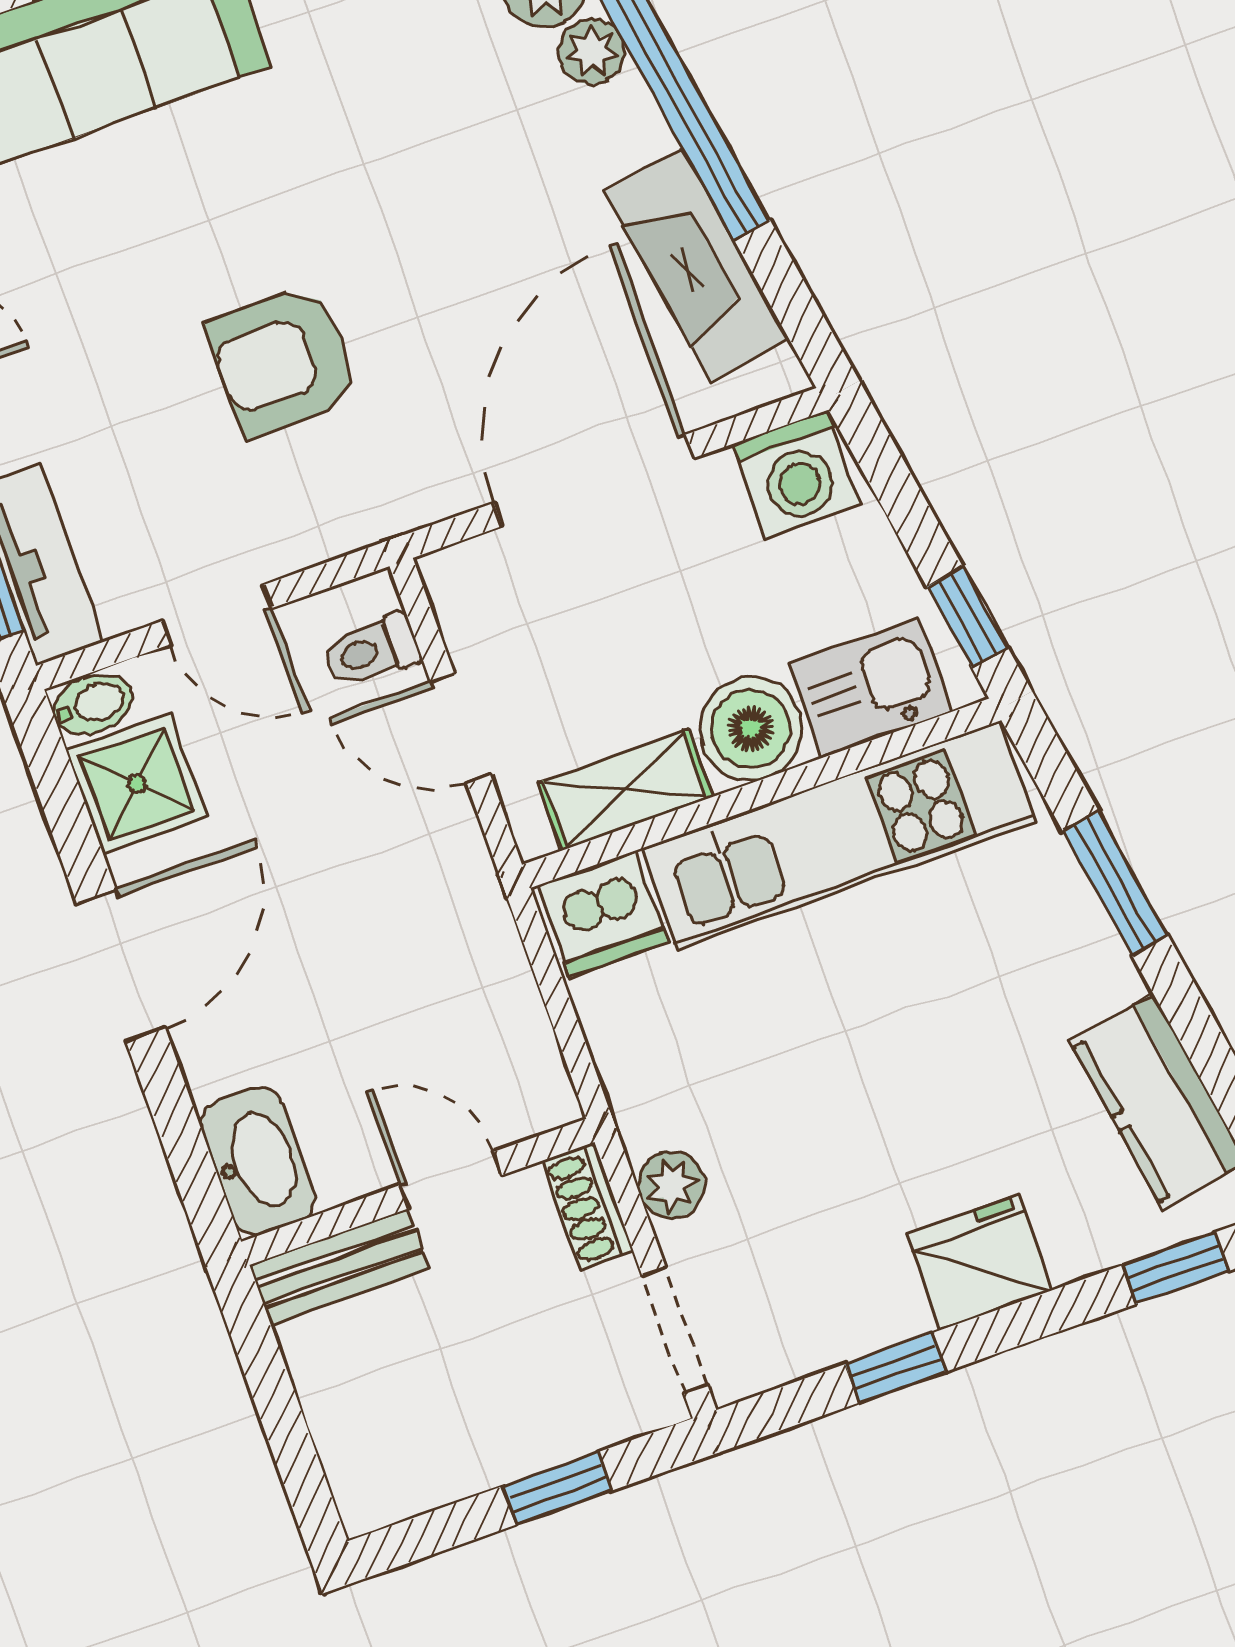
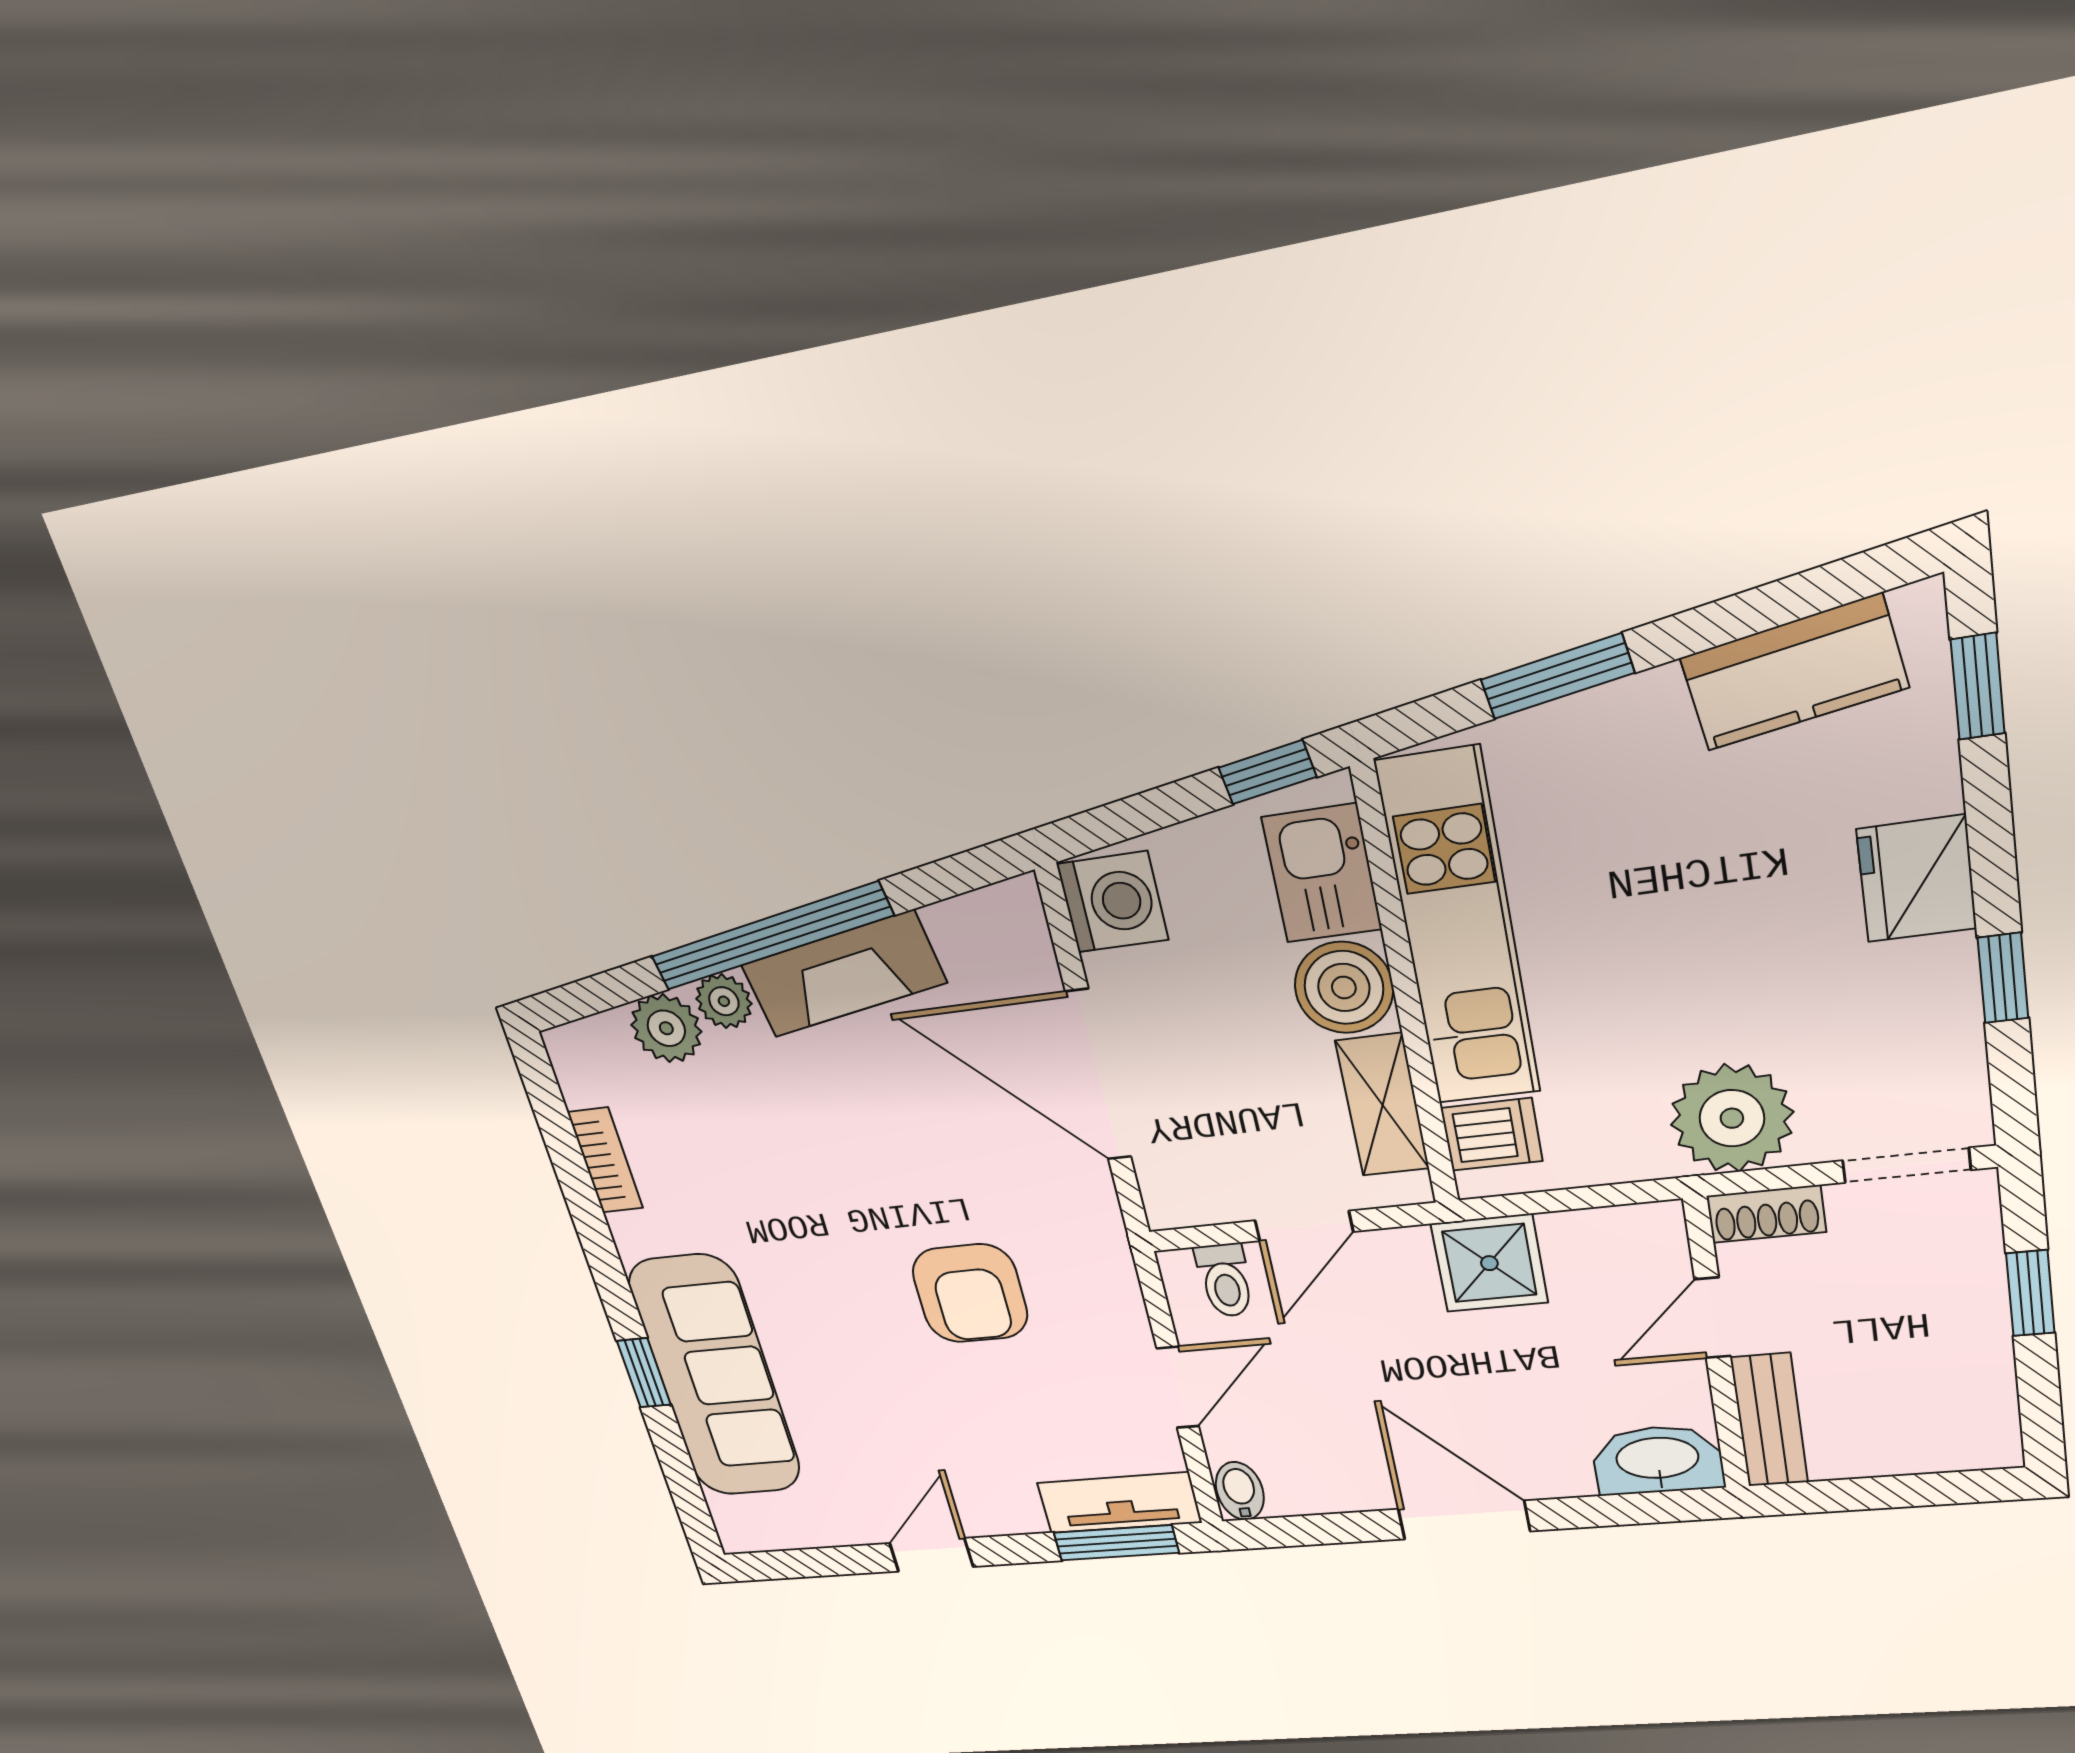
fireplace: (697, 265) -> (844, 974), moved
shower: (137, 784) -> (1489, 1263), moved
dishwasher: (603, 914) -> (1492, 1134), width x0.73
plant: (671, 1185) -> (1732, 1118), width x1.88, depth x1.88

